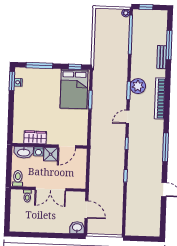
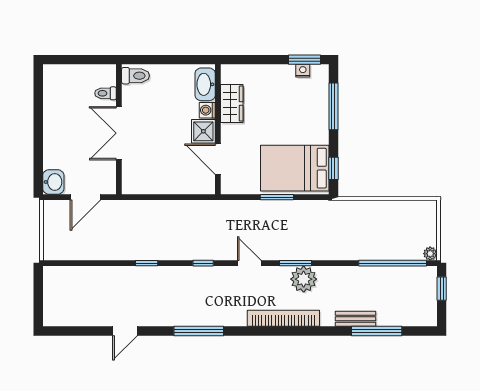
wardrobe: (35, 137) -> (232, 104), moved
wall: (50, 146) -> (218, 129), moved
door: (67, 146) -> (218, 159), moved
washbasin: (24, 152) -> (205, 84), moved
washing machine: (38, 152) -> (207, 110), moved
shower: (51, 154) -> (203, 131), moved

